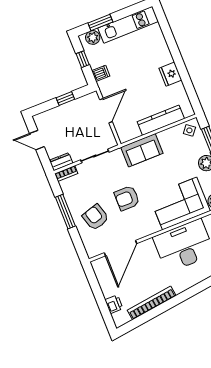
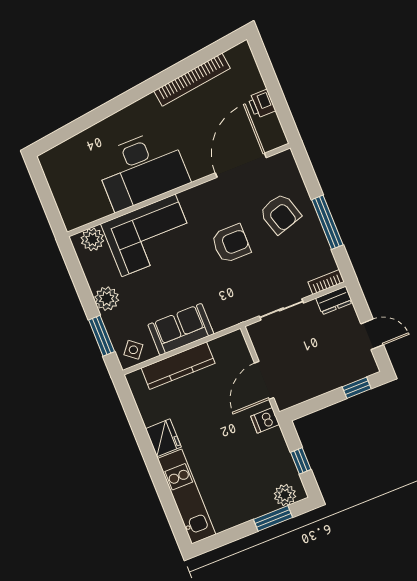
kitchen unit: (128, 25) -> (187, 496), moved, turned 90
dishwasher: (101, 73) -> (265, 420), moved
window: (65, 98) -> (357, 388), moved
sofa: (142, 150) -> (181, 329), moved
printer: (114, 304) -> (262, 104), moved

